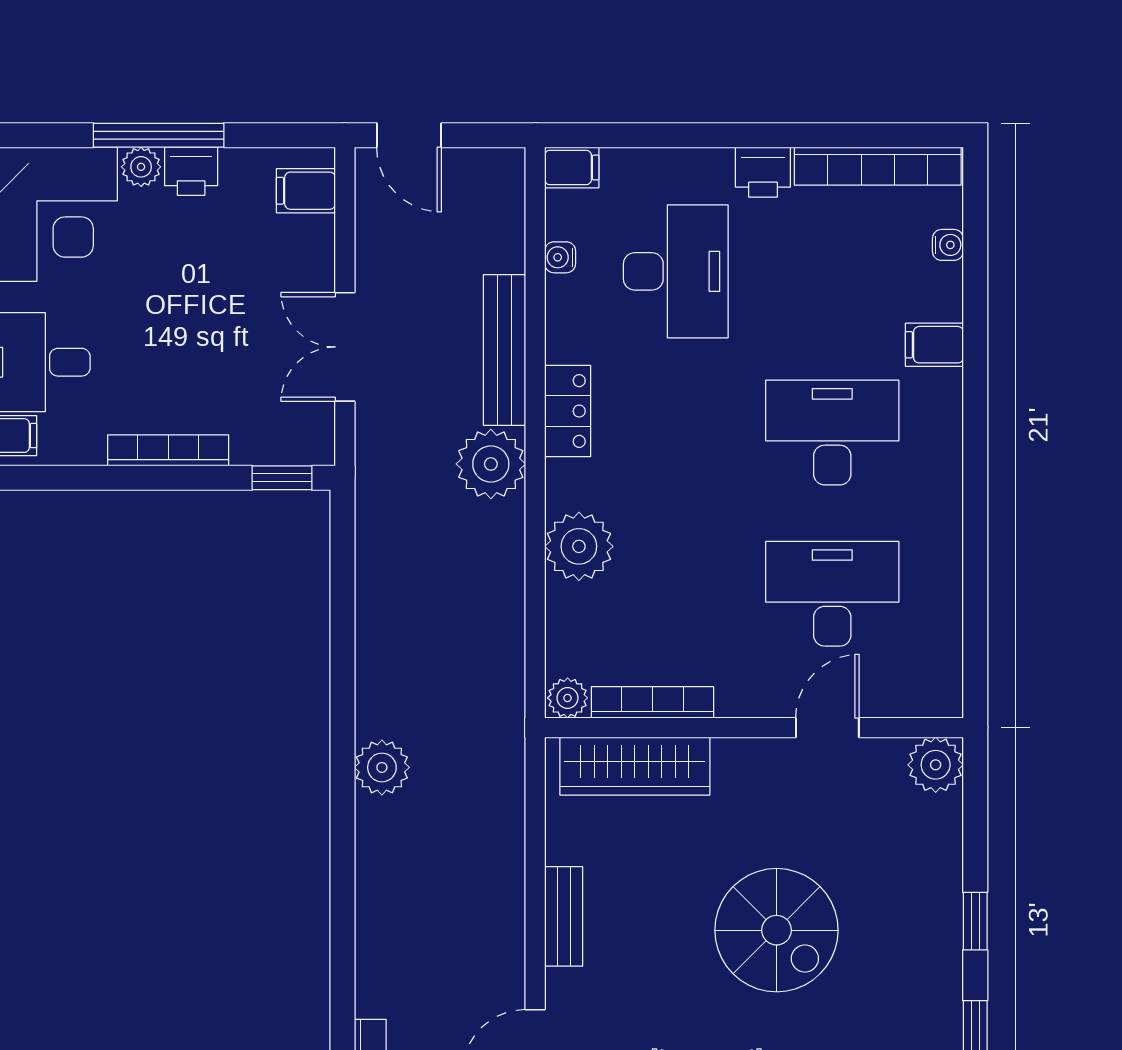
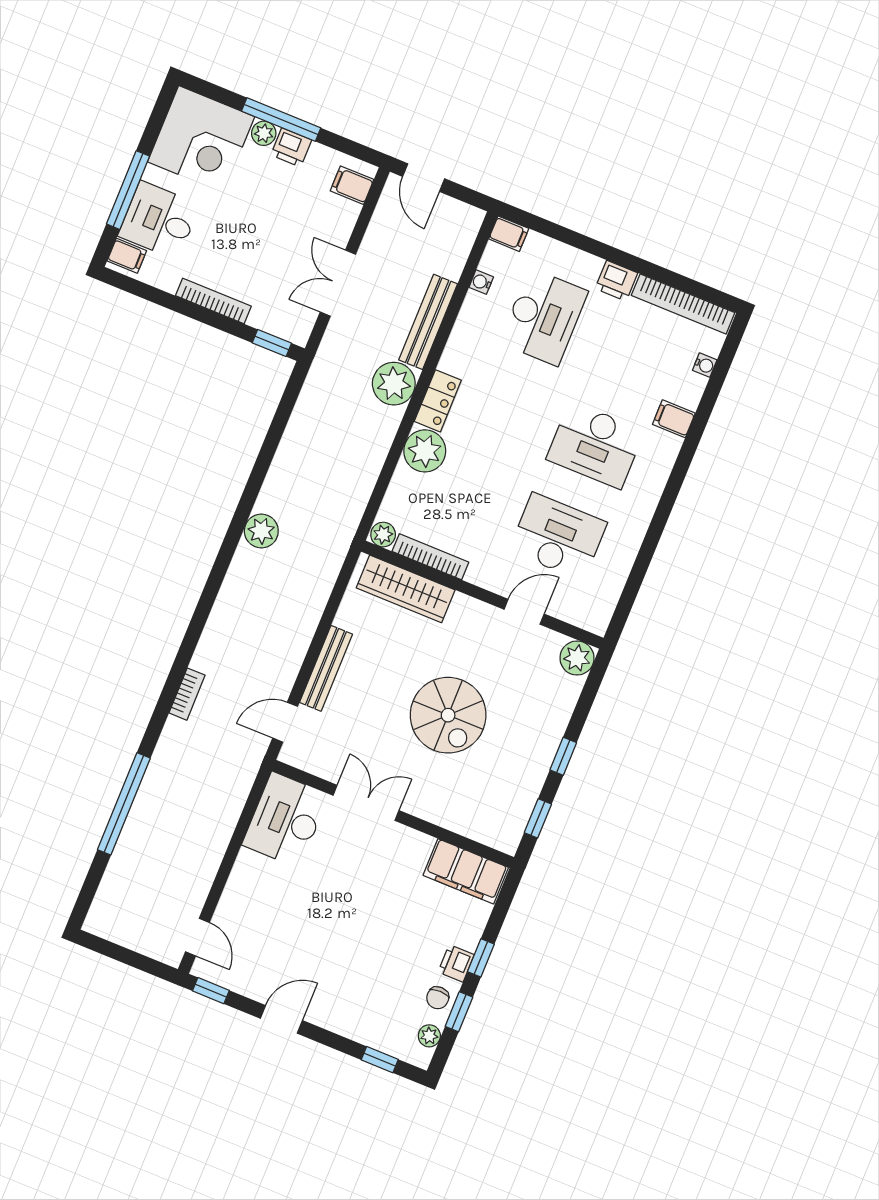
locker: (568, 411) -> (438, 401), moved
desk: (832, 433) -> (595, 445), turned 180
bench: (564, 916) -> (326, 668), width x1.36

